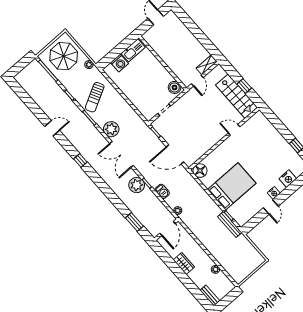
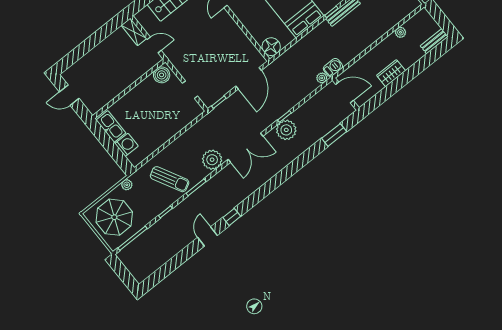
window: (80, 161) -> (232, 217), moved
barbecue: (162, 191) -> (333, 67), moved

